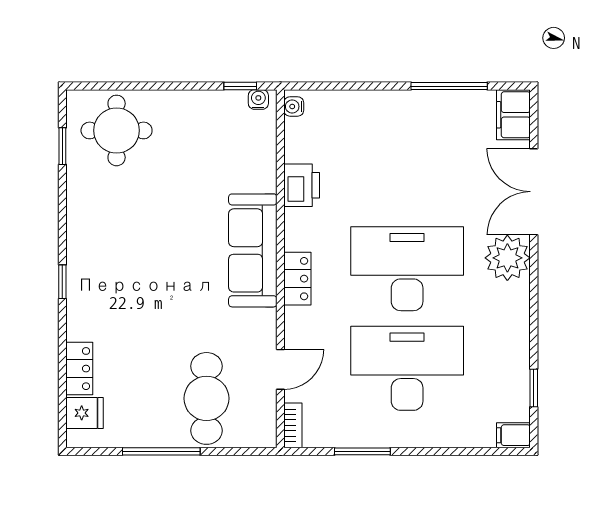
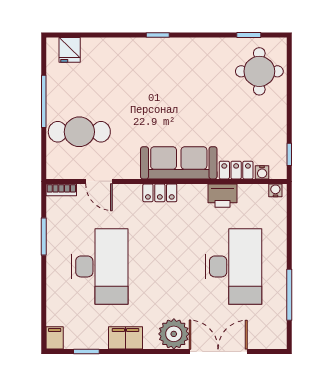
water cooler: (258, 99) -> (262, 172), moved, turned 90
filing cabinet: (513, 115) -> (125, 338), moved
desk: (407, 269) -> (233, 266), moved
locker: (79, 369) -> (236, 170), moved, turned 180

